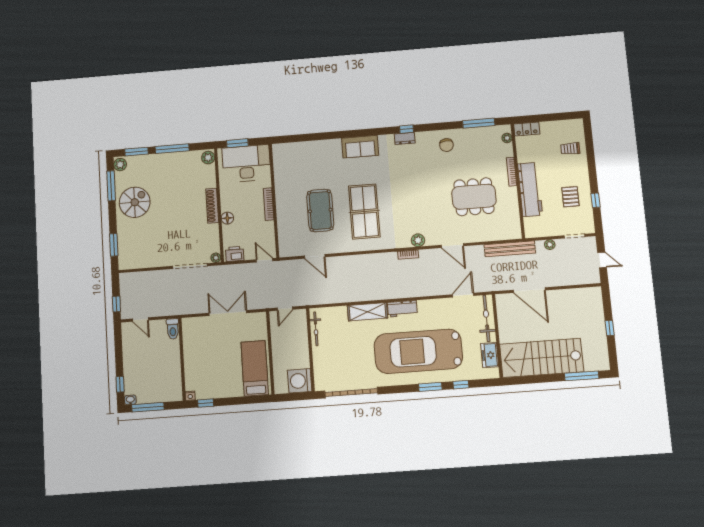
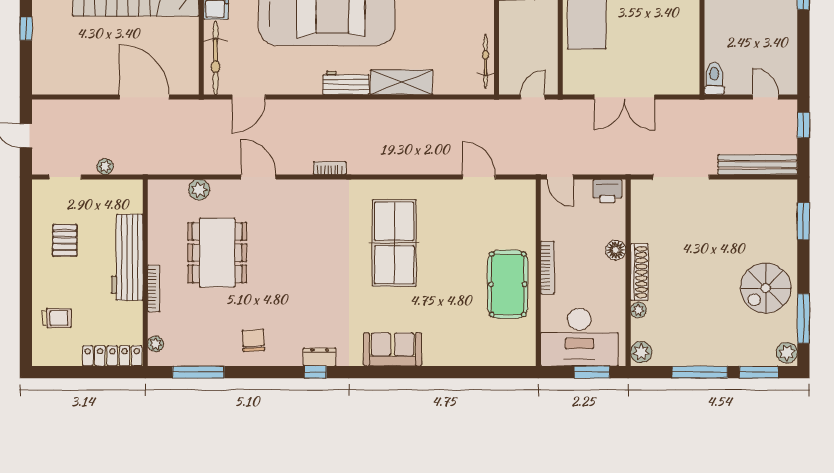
locker: (527, 129) -> (112, 356), width x1.53
dining table: (474, 197) -> (217, 253), turned 90
window: (596, 200) -> (26, 231), removed
pool table: (320, 210) -> (508, 284), moved
plant: (418, 240) -> (199, 190), moved
bench: (510, 249) -> (758, 165), moved
plant: (216, 258) -> (638, 310), moved

